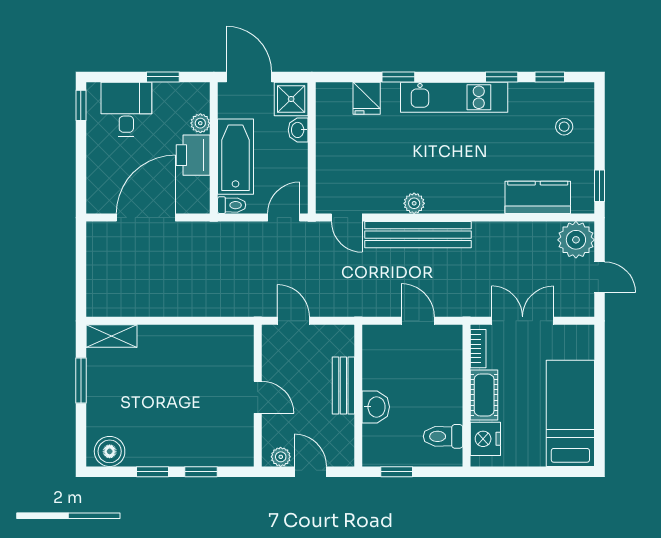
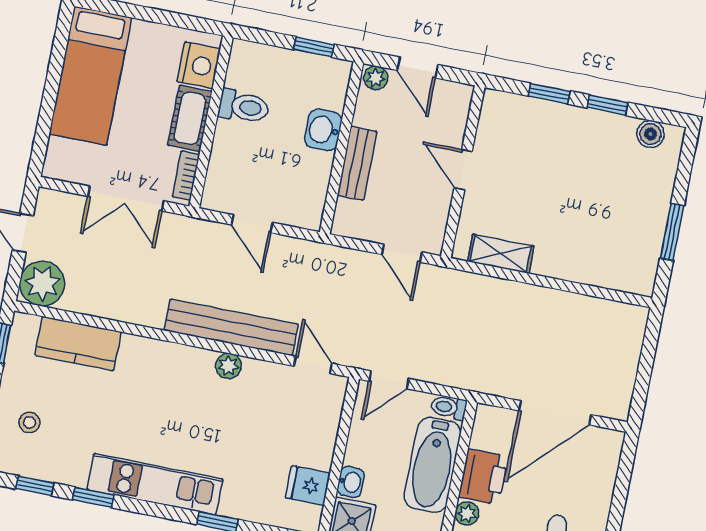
fridge: (367, 98) -> (308, 485), moved, turned -90
shelving: (111, 336) -> (501, 254), moved
toilet: (443, 436) -> (244, 107), moved
boiler: (110, 451) -> (651, 134), width x0.73, depth x0.73
plant: (281, 457) -> (376, 78), moved

